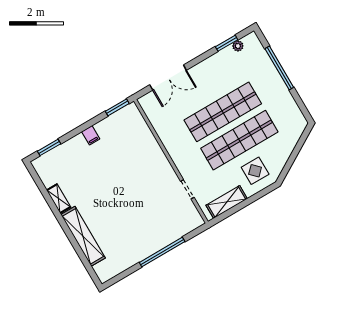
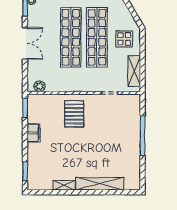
double door: (168, 78) -> (25, 43), moved
plant: (150, 109) -> (40, 86), added
filing cabinet: (91, 135) -> (34, 133), width x2.00
pallet: (142, 164) -> (74, 114), added

